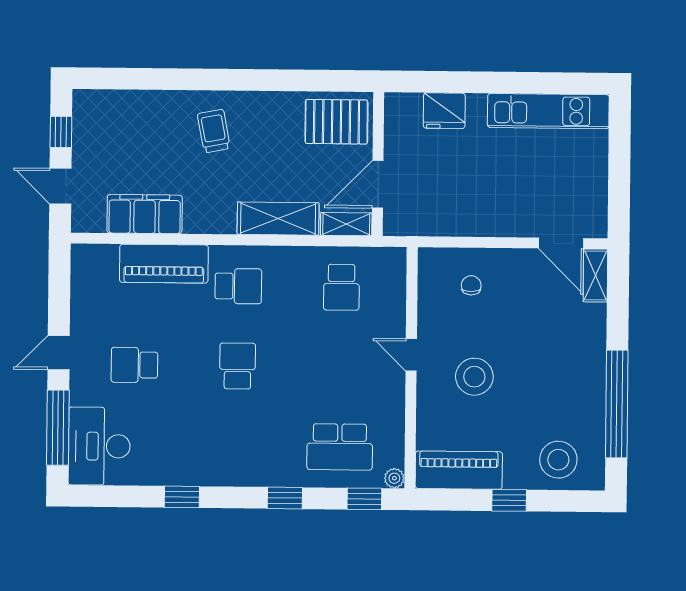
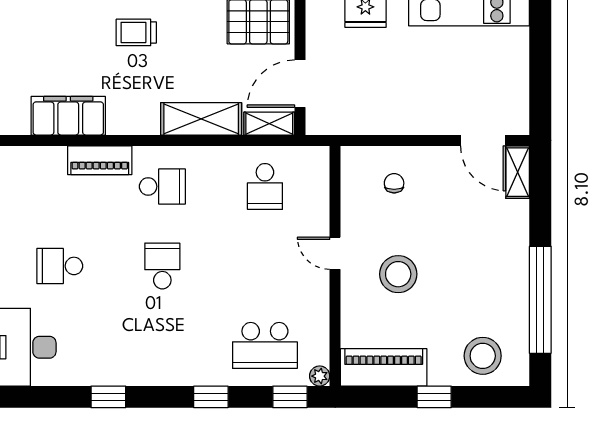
trolley: (214, 131) -> (136, 32), turned -79
piano: (164, 264) -> (100, 160), width x0.73, depth x0.75

